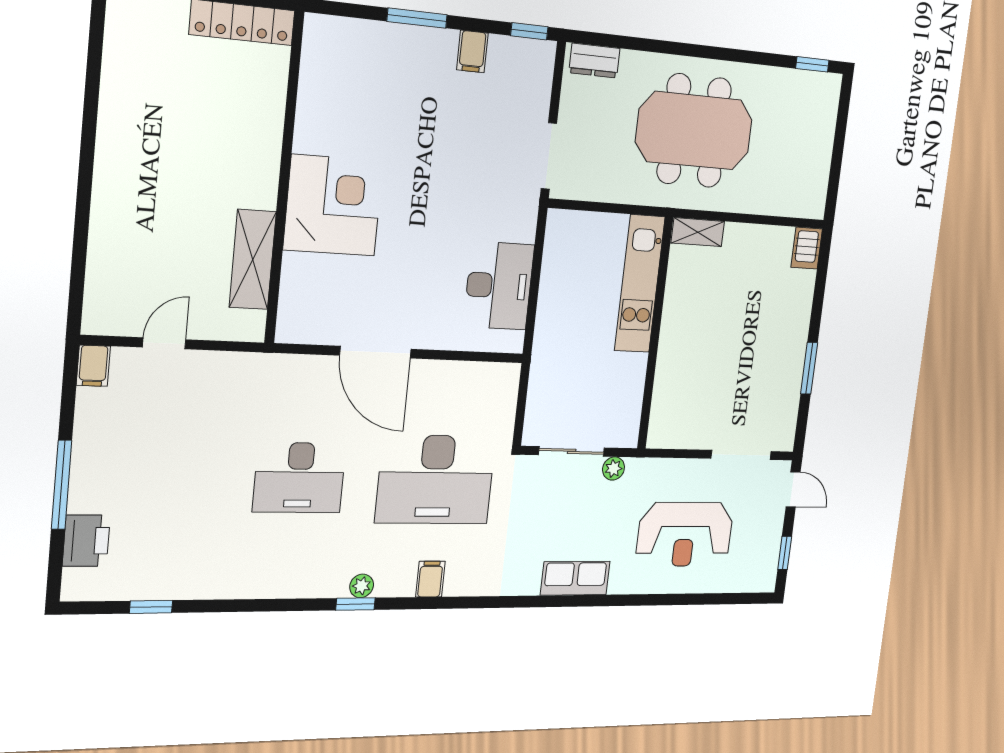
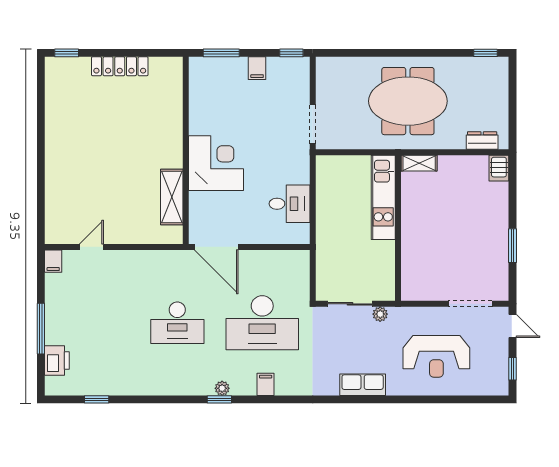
dresser: (594, 61) -> (482, 141), moved, turned 180
wall: (284, 179) -> (186, 150), moved
corner desk: (333, 205) -> (216, 163), moved
shelving: (253, 260) -> (172, 197), moved
desk: (499, 286) -> (290, 204), width x0.73

